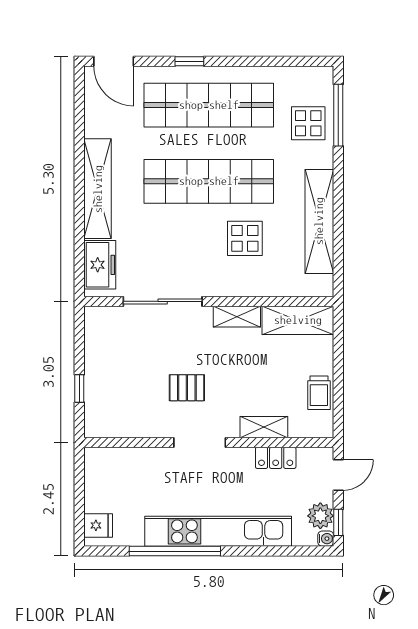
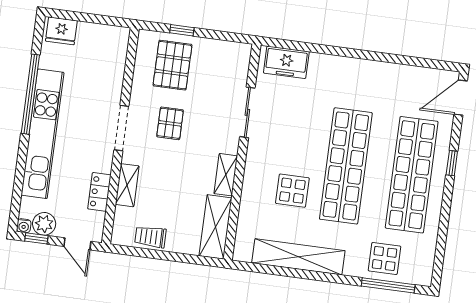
shelving: (98, 189) -> (352, 69), removed
sliding door: (163, 301) -> (247, 112), width x0.73
pallet: (120, 394) -> (173, 65), added
fridge: (98, 525) -> (61, 31), width x1.38

